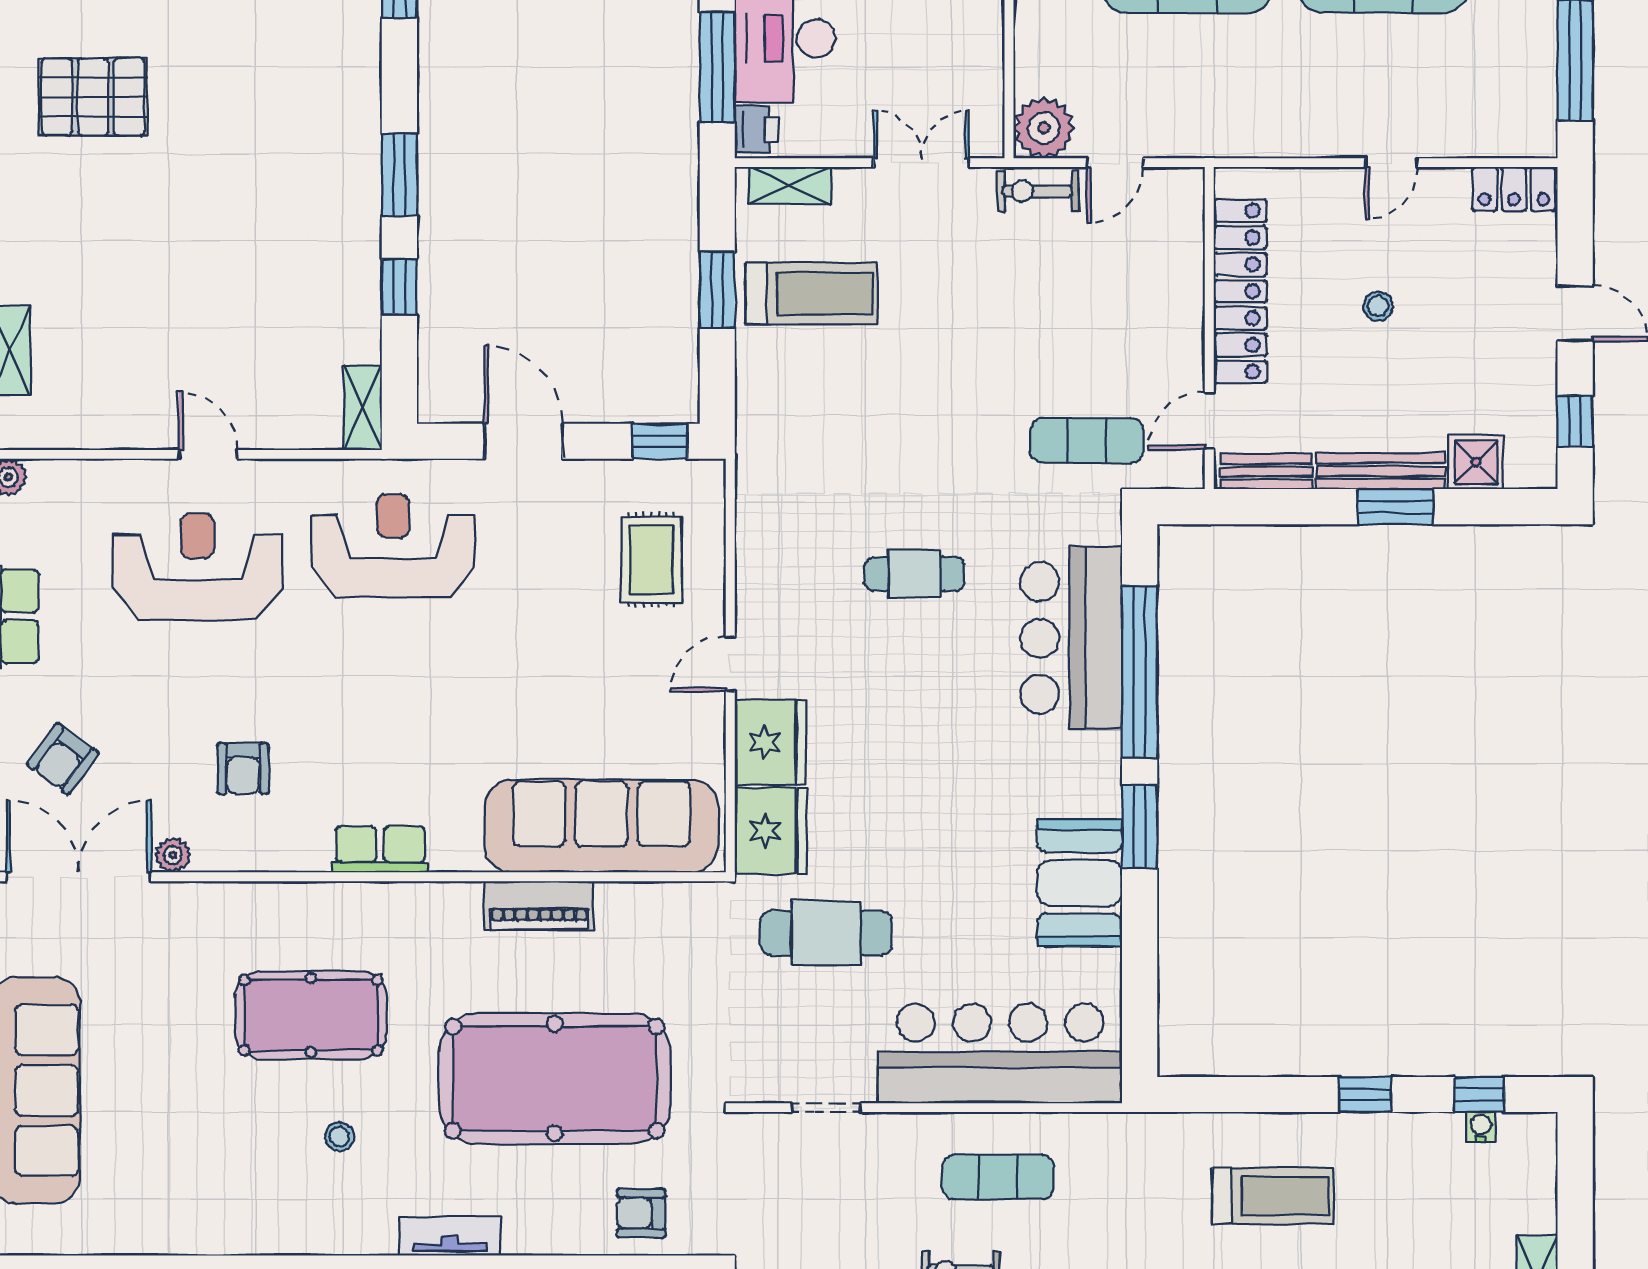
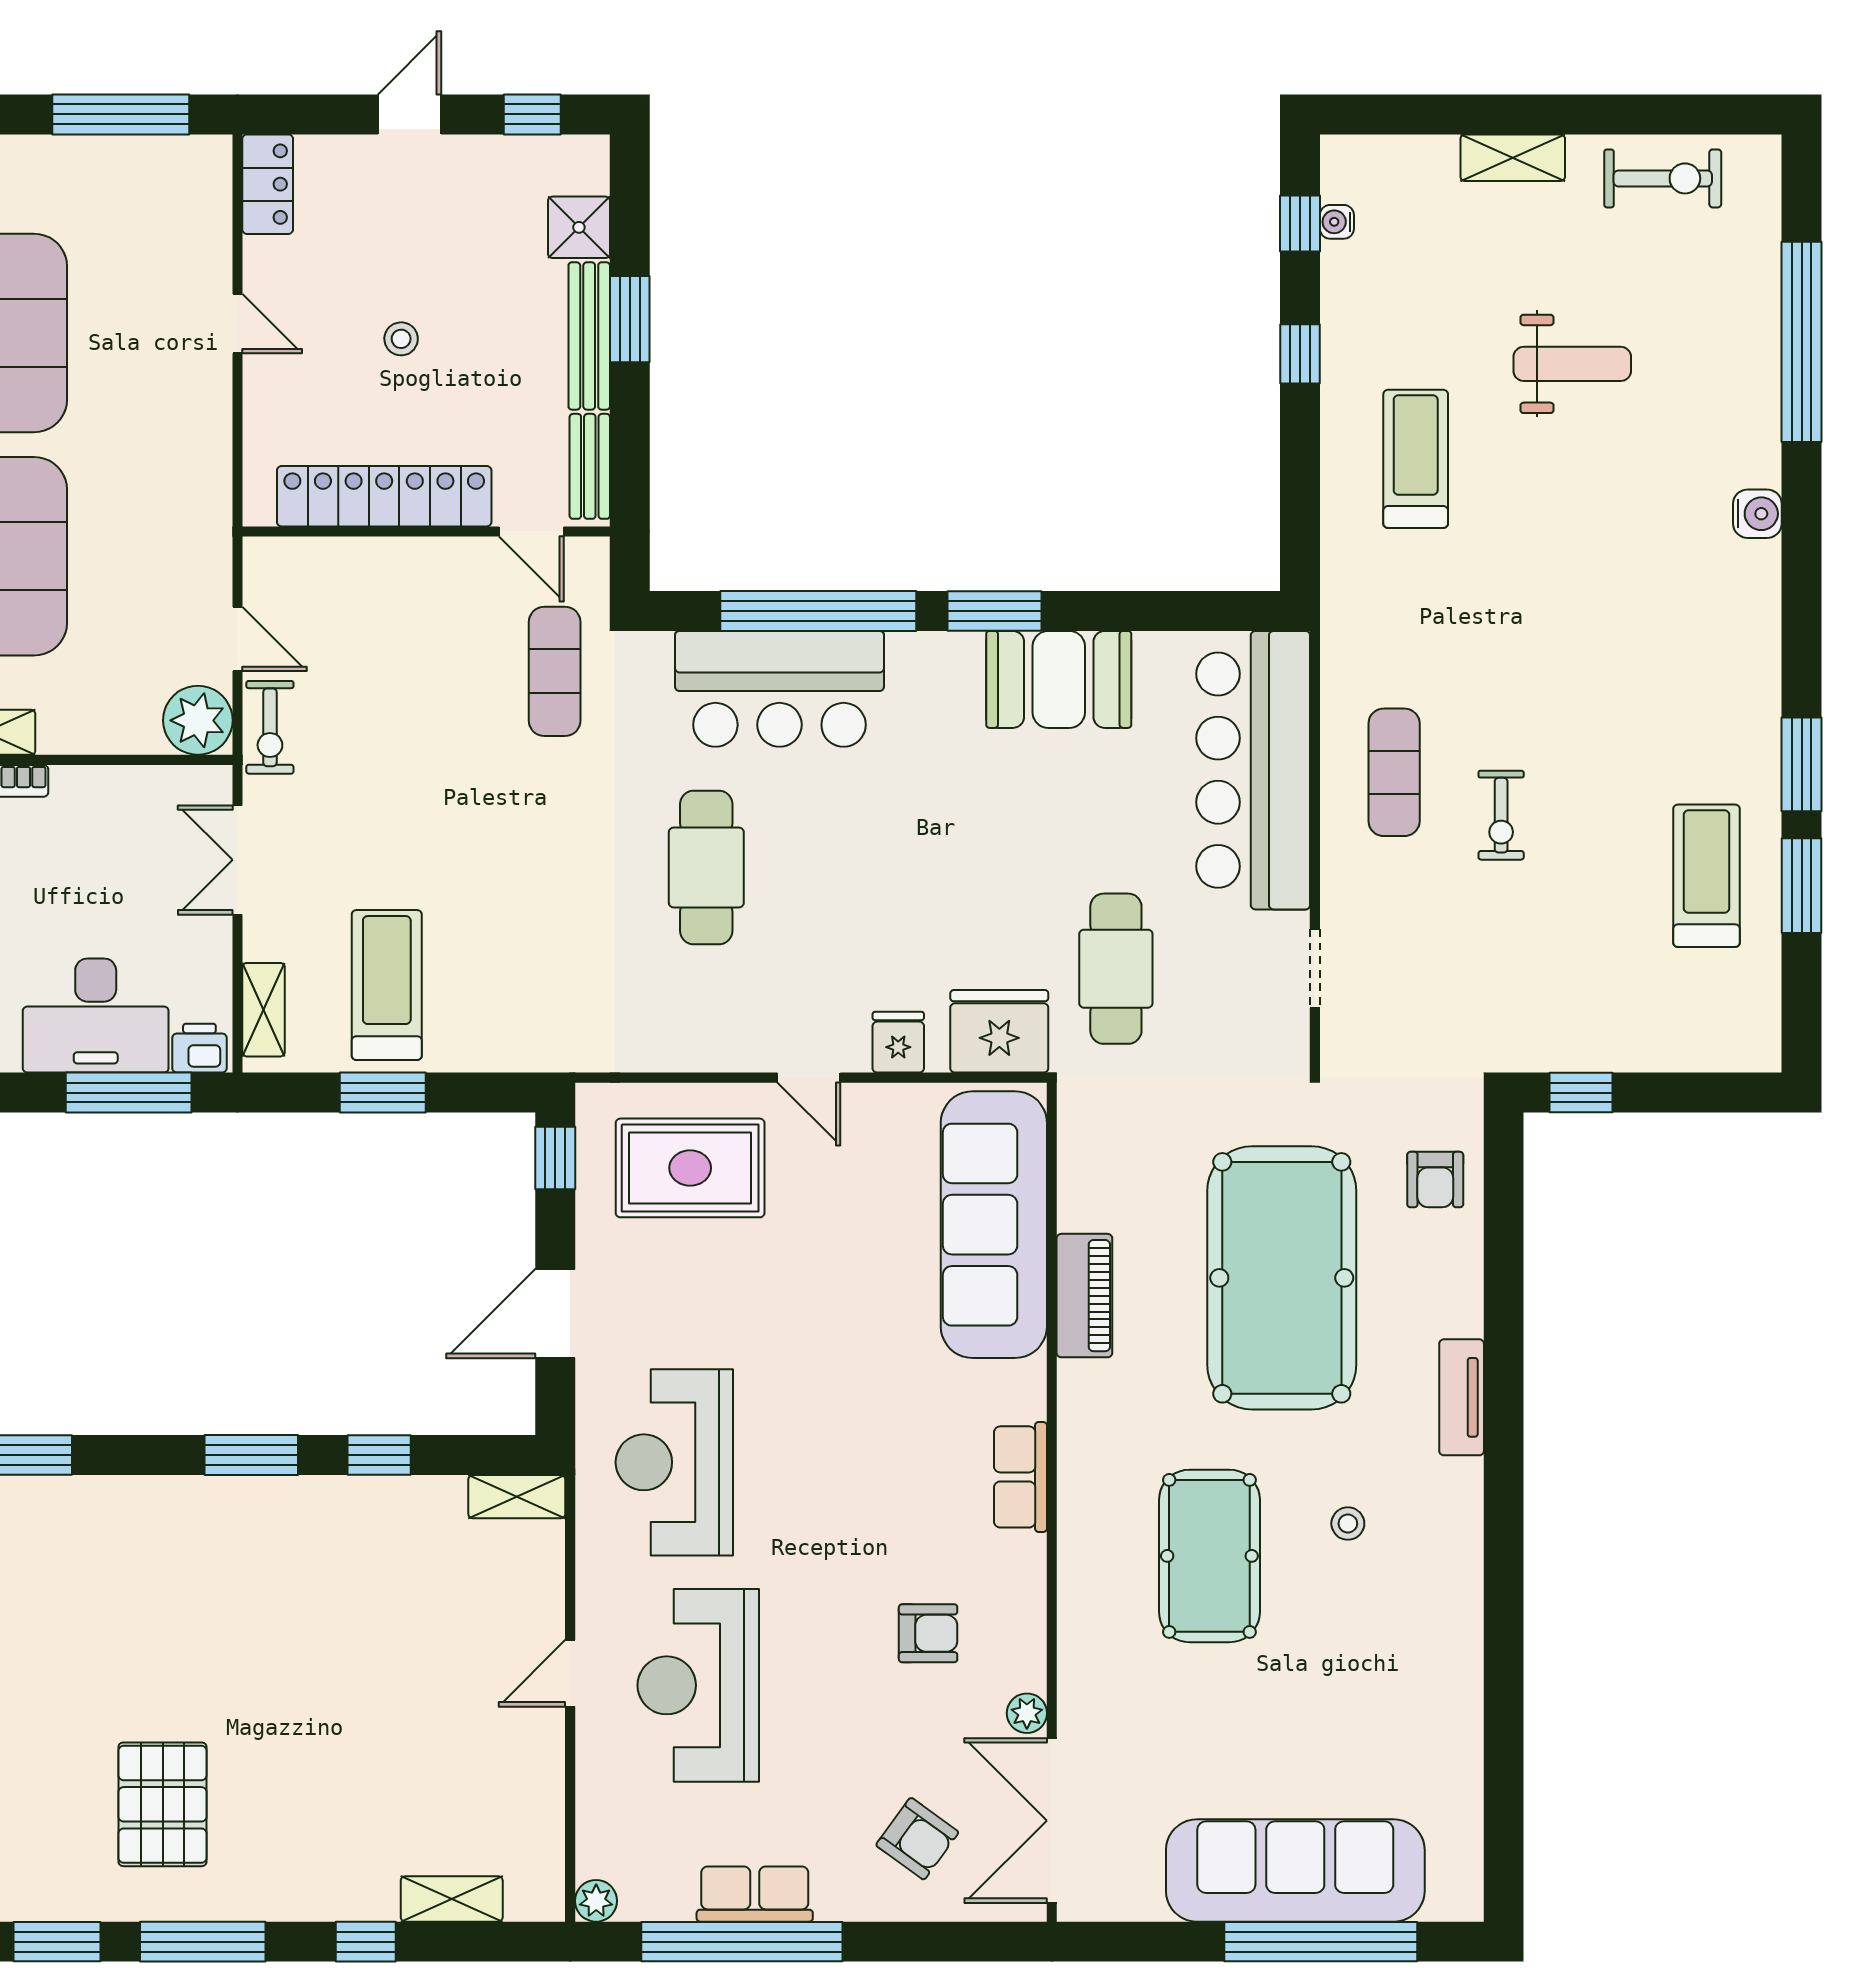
rug: (651, 560) -> (690, 1168), width x1.36, depth x1.43
cafe table: (915, 574) -> (706, 868), width x1.37, depth x1.35
fridge: (770, 742) -> (898, 1042), width x0.53, depth x0.75

